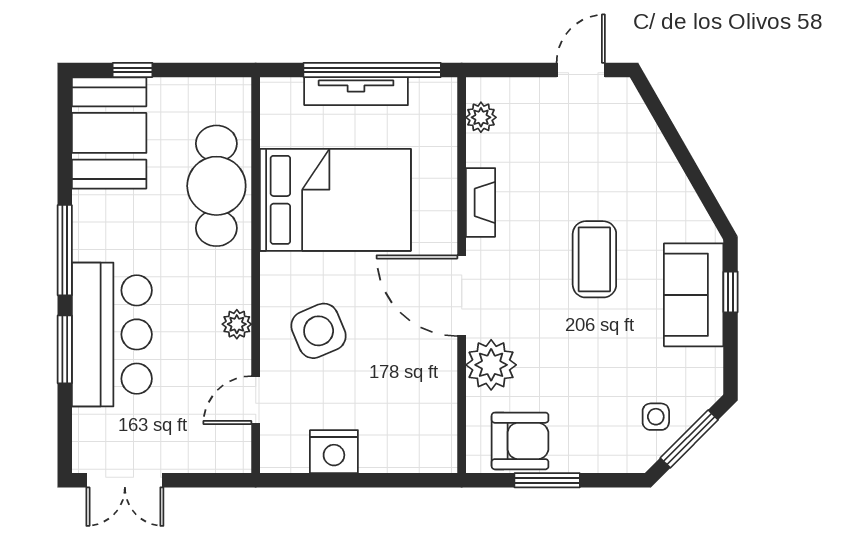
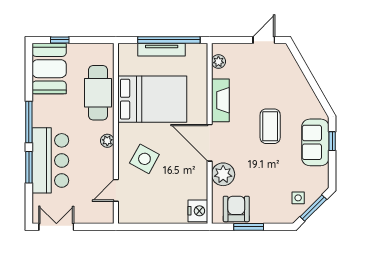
fireplace: (481, 202) -> (220, 100), width x1.37, depth x1.32
plant: (237, 324) -> (107, 141), moved
side table: (319, 331) -> (144, 159), turned -38
armchair: (520, 441) -> (236, 209), turned -90
nightstand: (334, 452) -> (198, 211), moved, turned -90
double door: (125, 480) -> (56, 227), swing flipped

